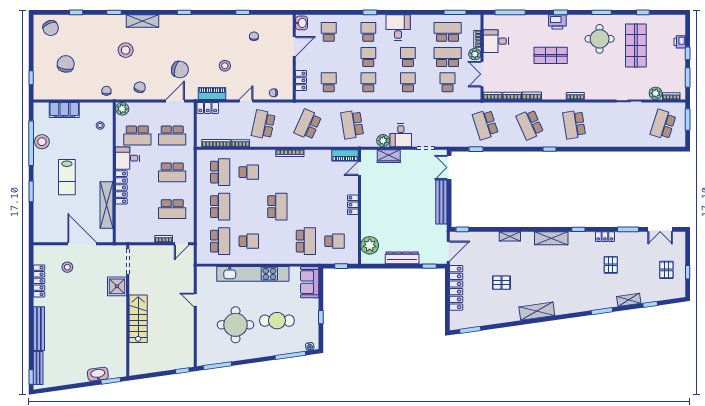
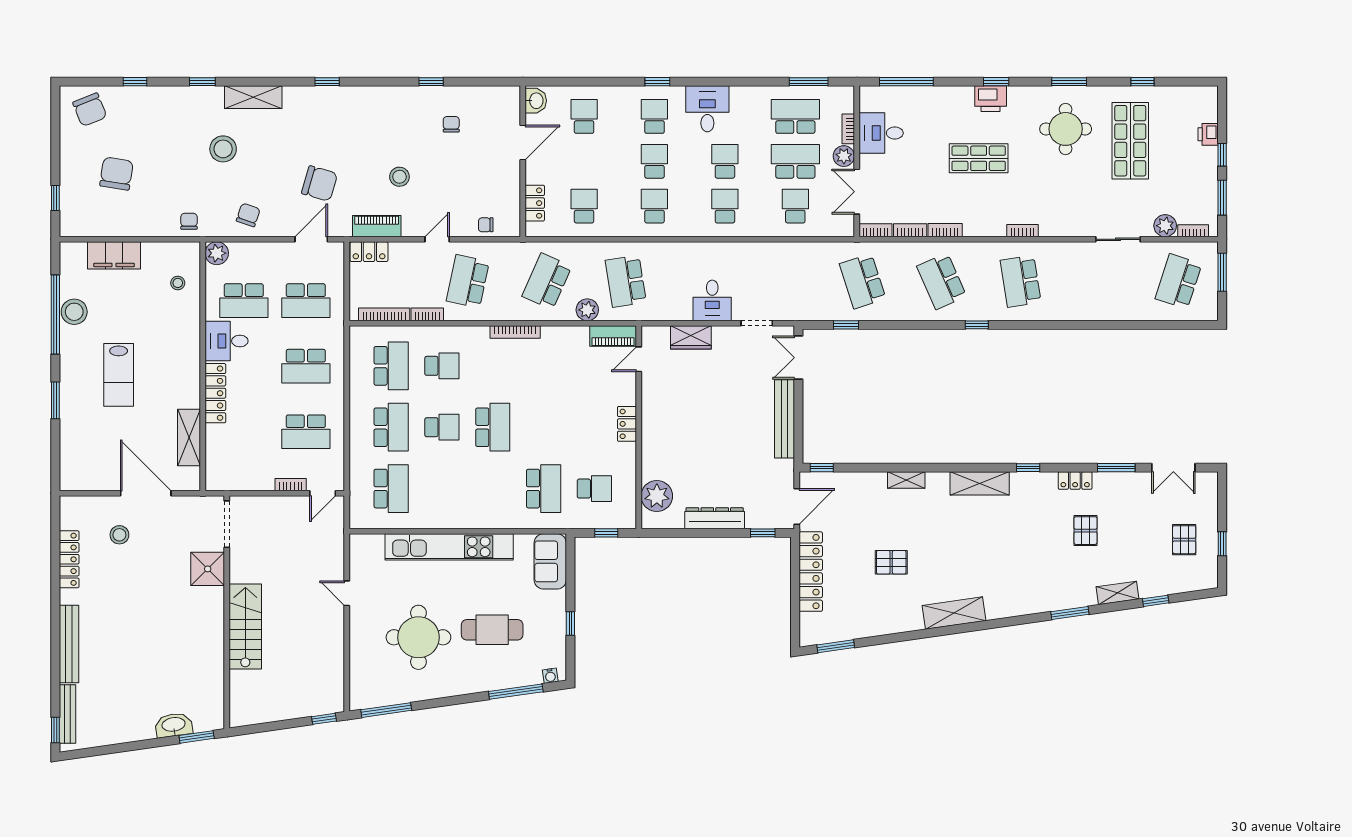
plant: (383, 141) -> (587, 310), moved
shelving: (107, 205) -> (189, 438), width x0.68
school desk: (249, 241) -> (442, 427), moved

